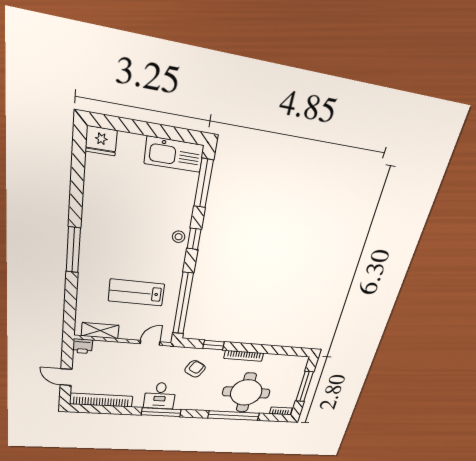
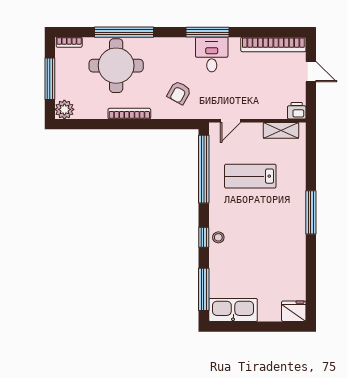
lab bench: (136, 293) -> (250, 176), turned 180
window: (214, 345) -> (164, 124), removed
plant: (299, 363) -> (64, 109), added

